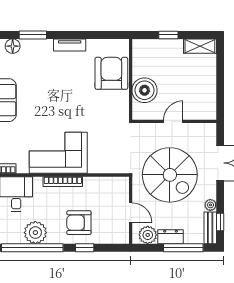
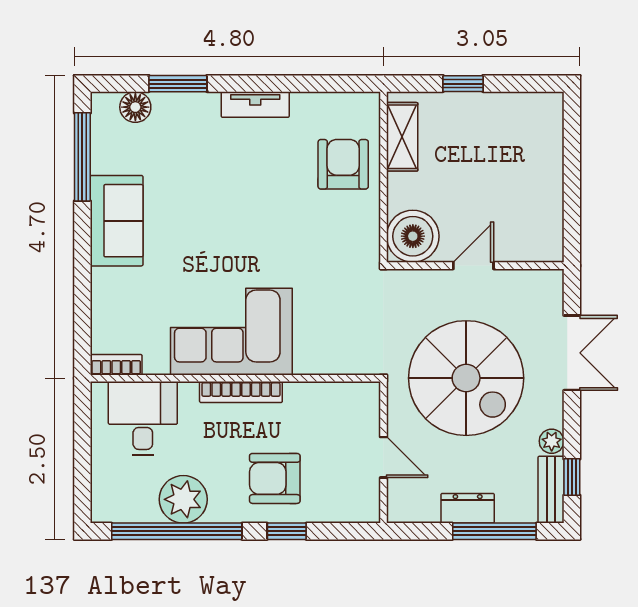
shelving: (200, 46) -> (402, 137), moved, turned 90
armchair: (111, 73) -> (343, 164), width x0.73, depth x0.73
boiler: (145, 90) -> (413, 236), moved
plant: (148, 235) -> (420, 504), removed

